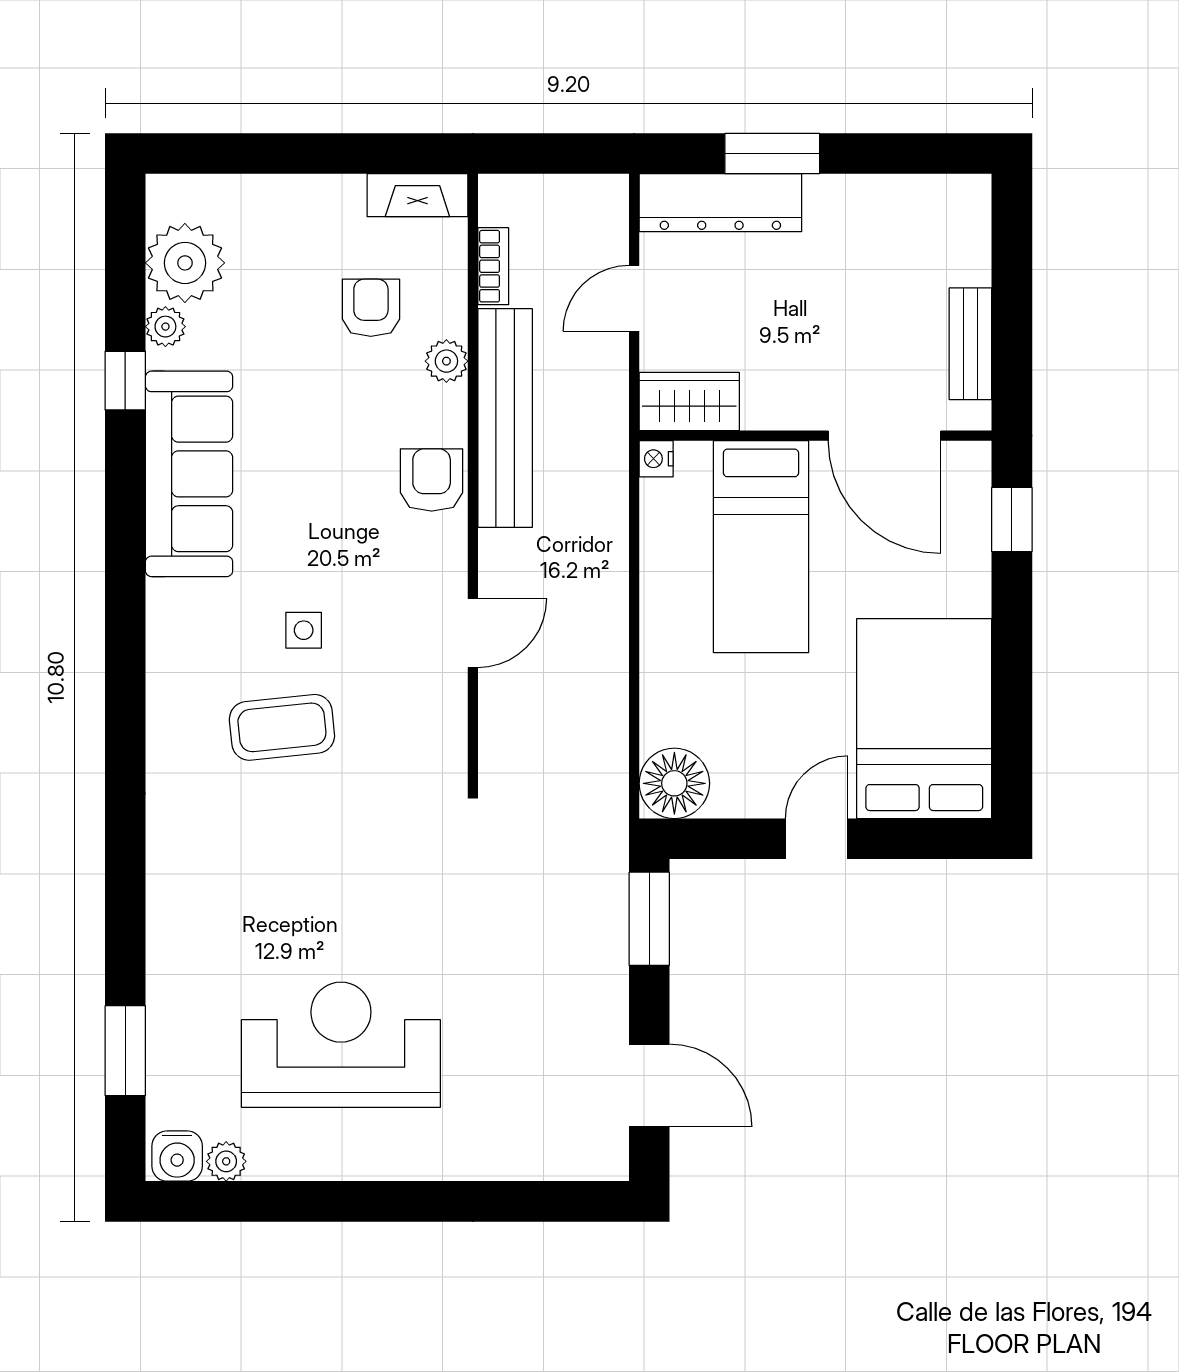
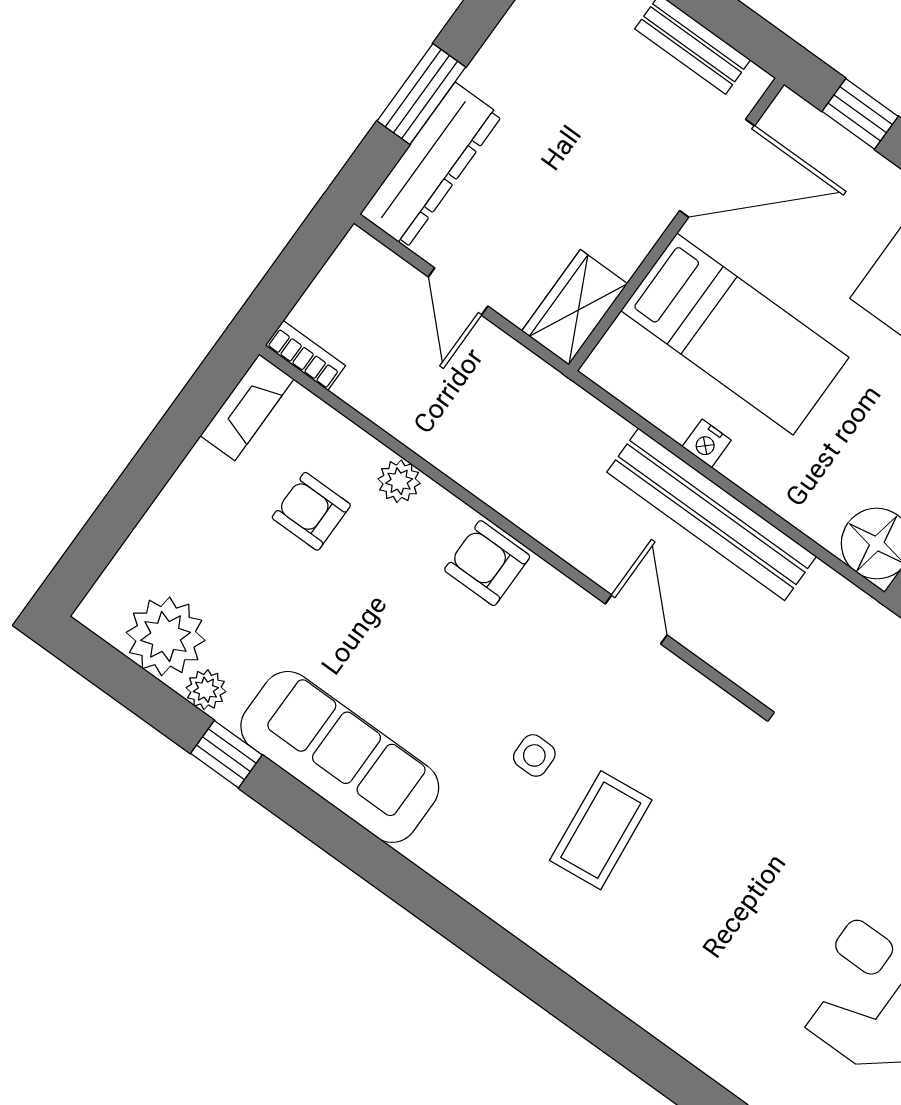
bookcase: (493, 266) -> (305, 356), moved
bench: (505, 418) -> (712, 514), moved
nightstand: (656, 459) -> (707, 443), moved

